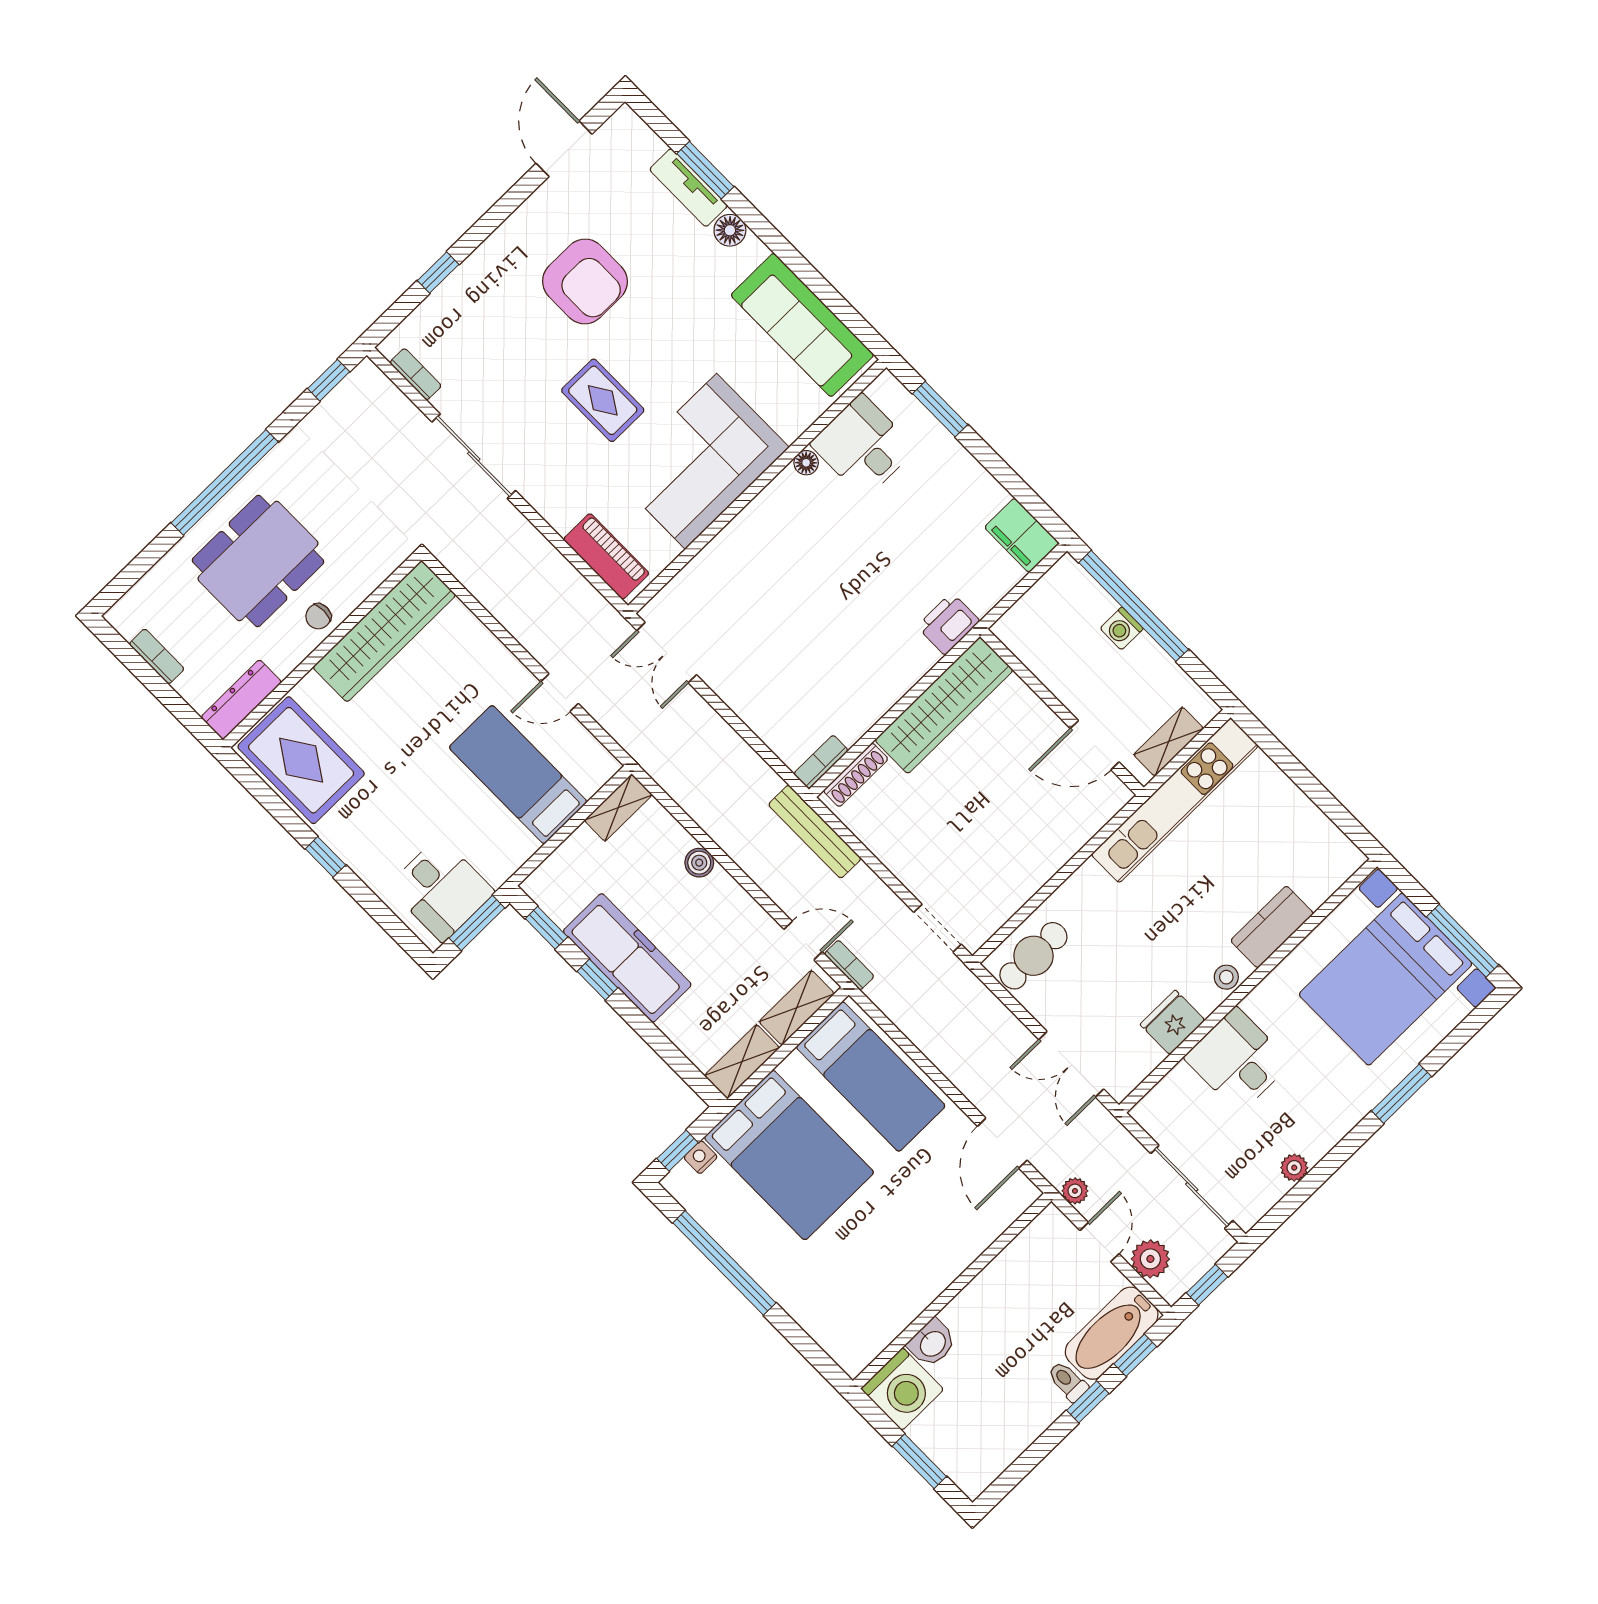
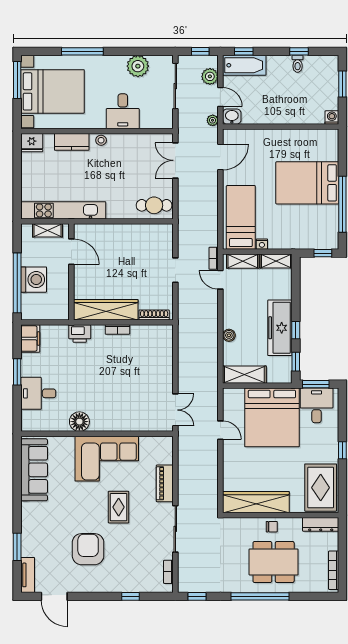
door: (564, 149) -> (54, 596), hinge flipped
tv unit: (688, 188) -> (28, 575), moved
floor lamp: (730, 230) -> (28, 521), removed
window: (940, 409) -> (17, 372), moved
desk: (863, 446) -> (38, 393), moved, turned 90
floor lamp: (806, 463) -> (79, 422), width x1.89, depth x1.89
piano: (606, 556) -> (165, 483), moved
washing machine: (1122, 628) -> (34, 280), width x1.89, depth x1.89
bookcase: (157, 656) -> (334, 570), width x1.56
bookcase: (821, 762) -> (117, 329), moved
bed: (518, 775) -> (272, 417), width x2.04
shelving: (618, 808) -> (244, 375), width x1.50, depth x1.33
bench: (815, 832) -> (184, 310), removed
doorway: (938, 928) -> (175, 270), moved
fridge: (1173, 1022) -> (32, 143), moved
double door: (1071, 1064) -> (175, 160), swing flipped
window: (1401, 1094) -> (82, 51), width x1.44
bed: (789, 1155) -> (307, 183), moved, turned -90
nightstand: (701, 1157) -> (262, 244), moved
plant: (1294, 1168) -> (138, 66), width x1.88, depth x1.88
door: (1099, 1242) -> (220, 97), swing flipped
washbasin: (932, 1343) -> (232, 117), moved
toilet: (1068, 1381) -> (298, 64), moved
washing machine: (902, 1389) -> (332, 118), width x0.53, depth x0.53
window: (1088, 1402) -> (299, 51), moved

